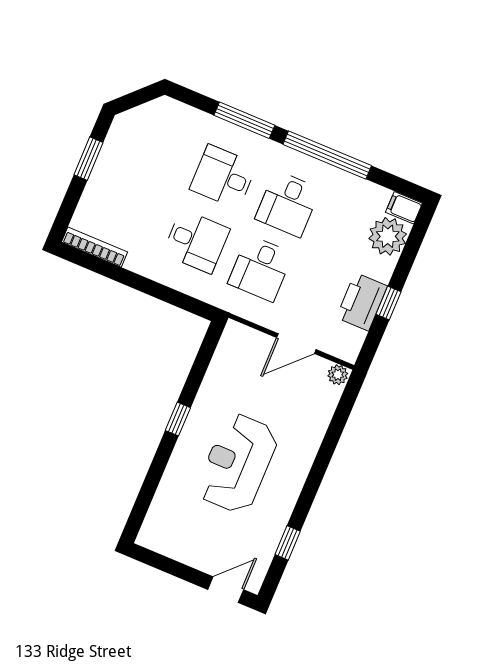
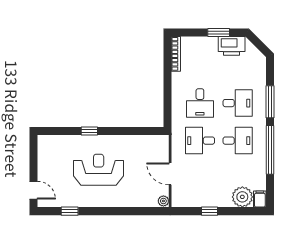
desk: (223, 177) -> (238, 103), turned 90
desk: (288, 204) -> (238, 141), turned 180
printer: (362, 302) -> (232, 46), moved, turned 180
window: (178, 419) -> (89, 131), moved

